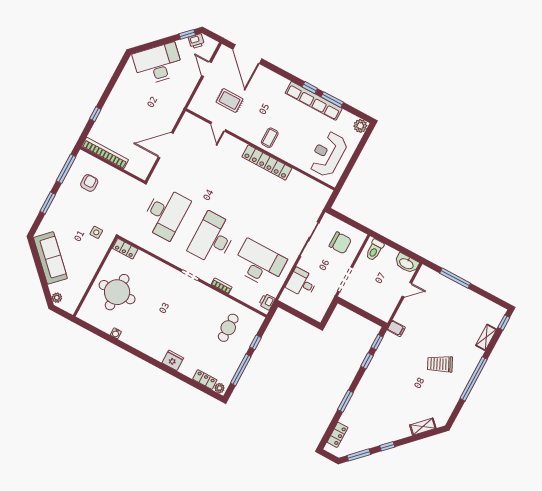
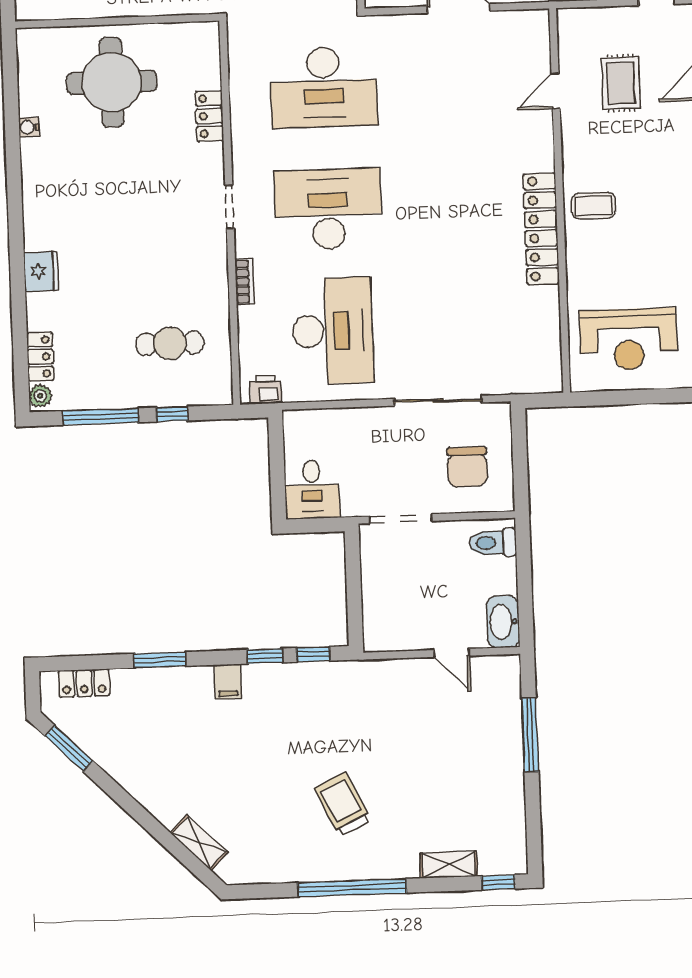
reception desk: (328, 154) -> (629, 339), turned 180
locker: (125, 249) -> (209, 116), moved
desk: (302, 283) -> (312, 489), moved, turned 180
filing cabinet: (396, 329) -> (228, 682), moved
window: (387, 446) -> (119, 795), removed

